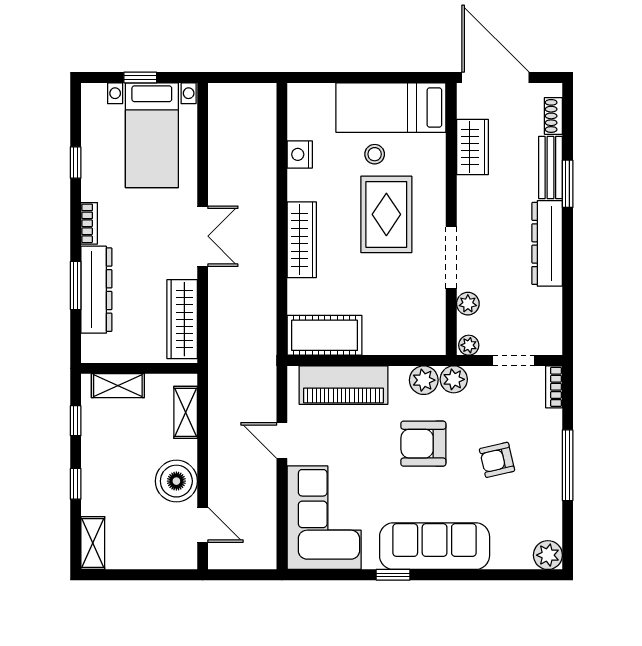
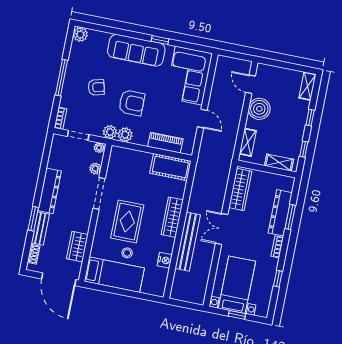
bench: (263, 199) -> (188, 242), added
piano: (344, 385) -> (165, 143), width x0.73, depth x0.75

